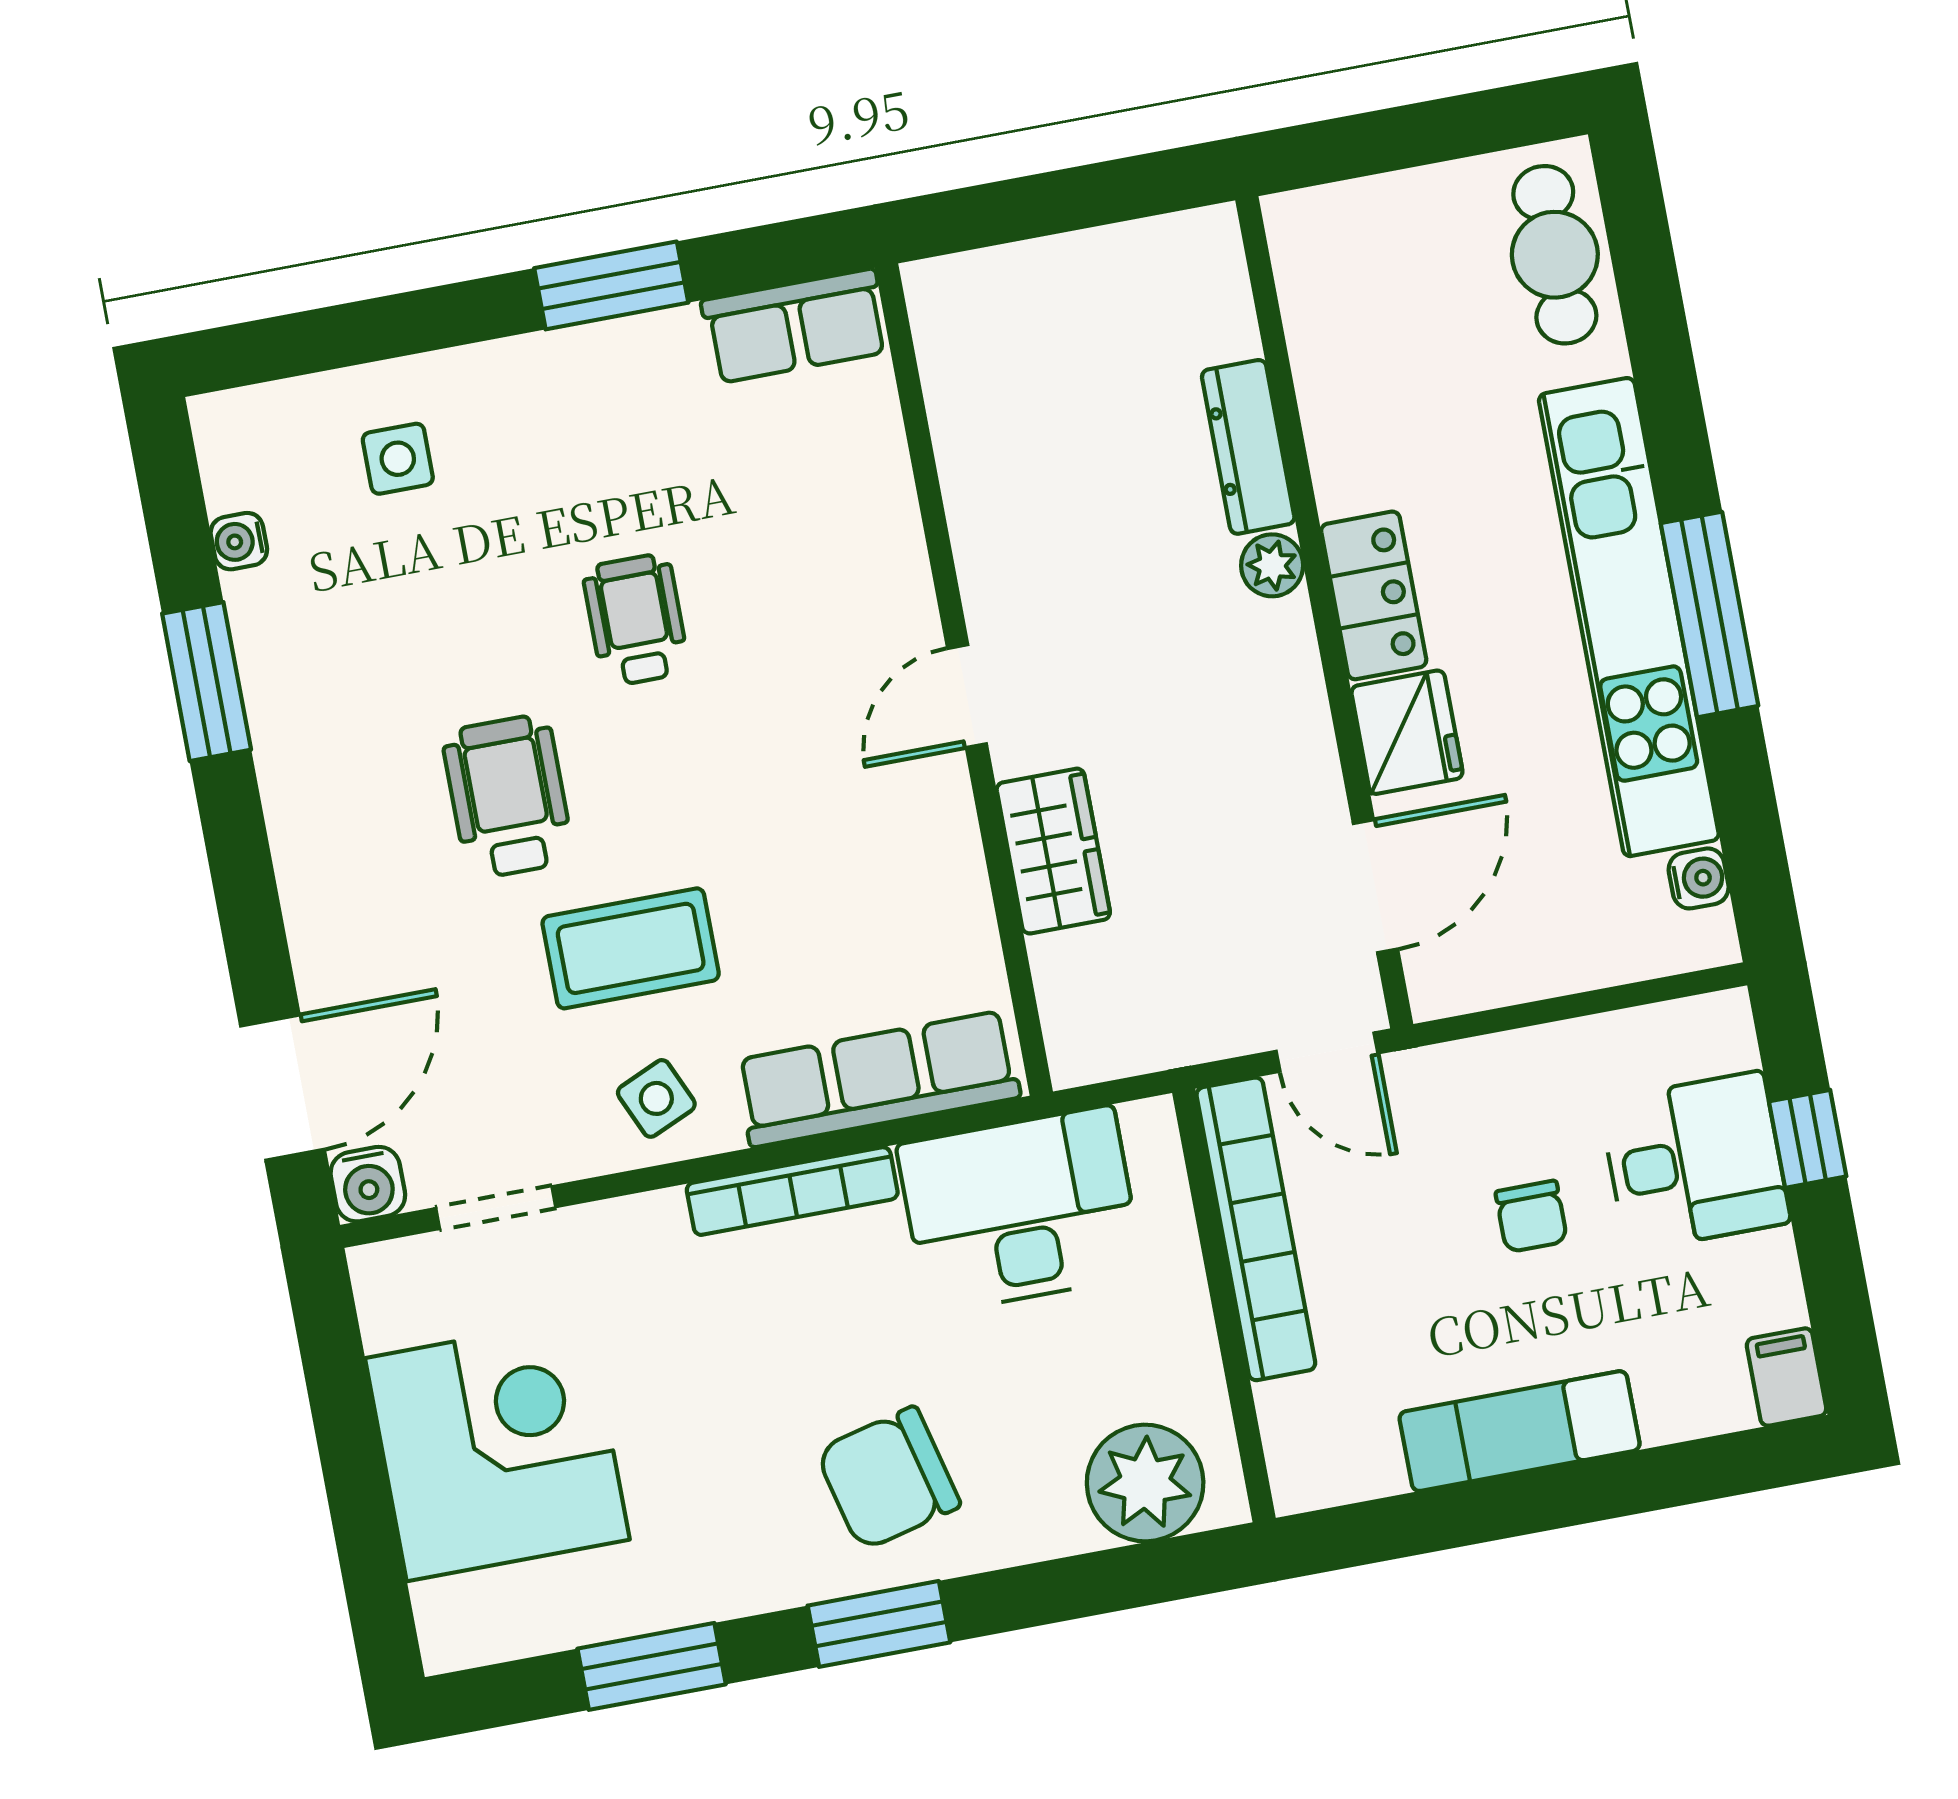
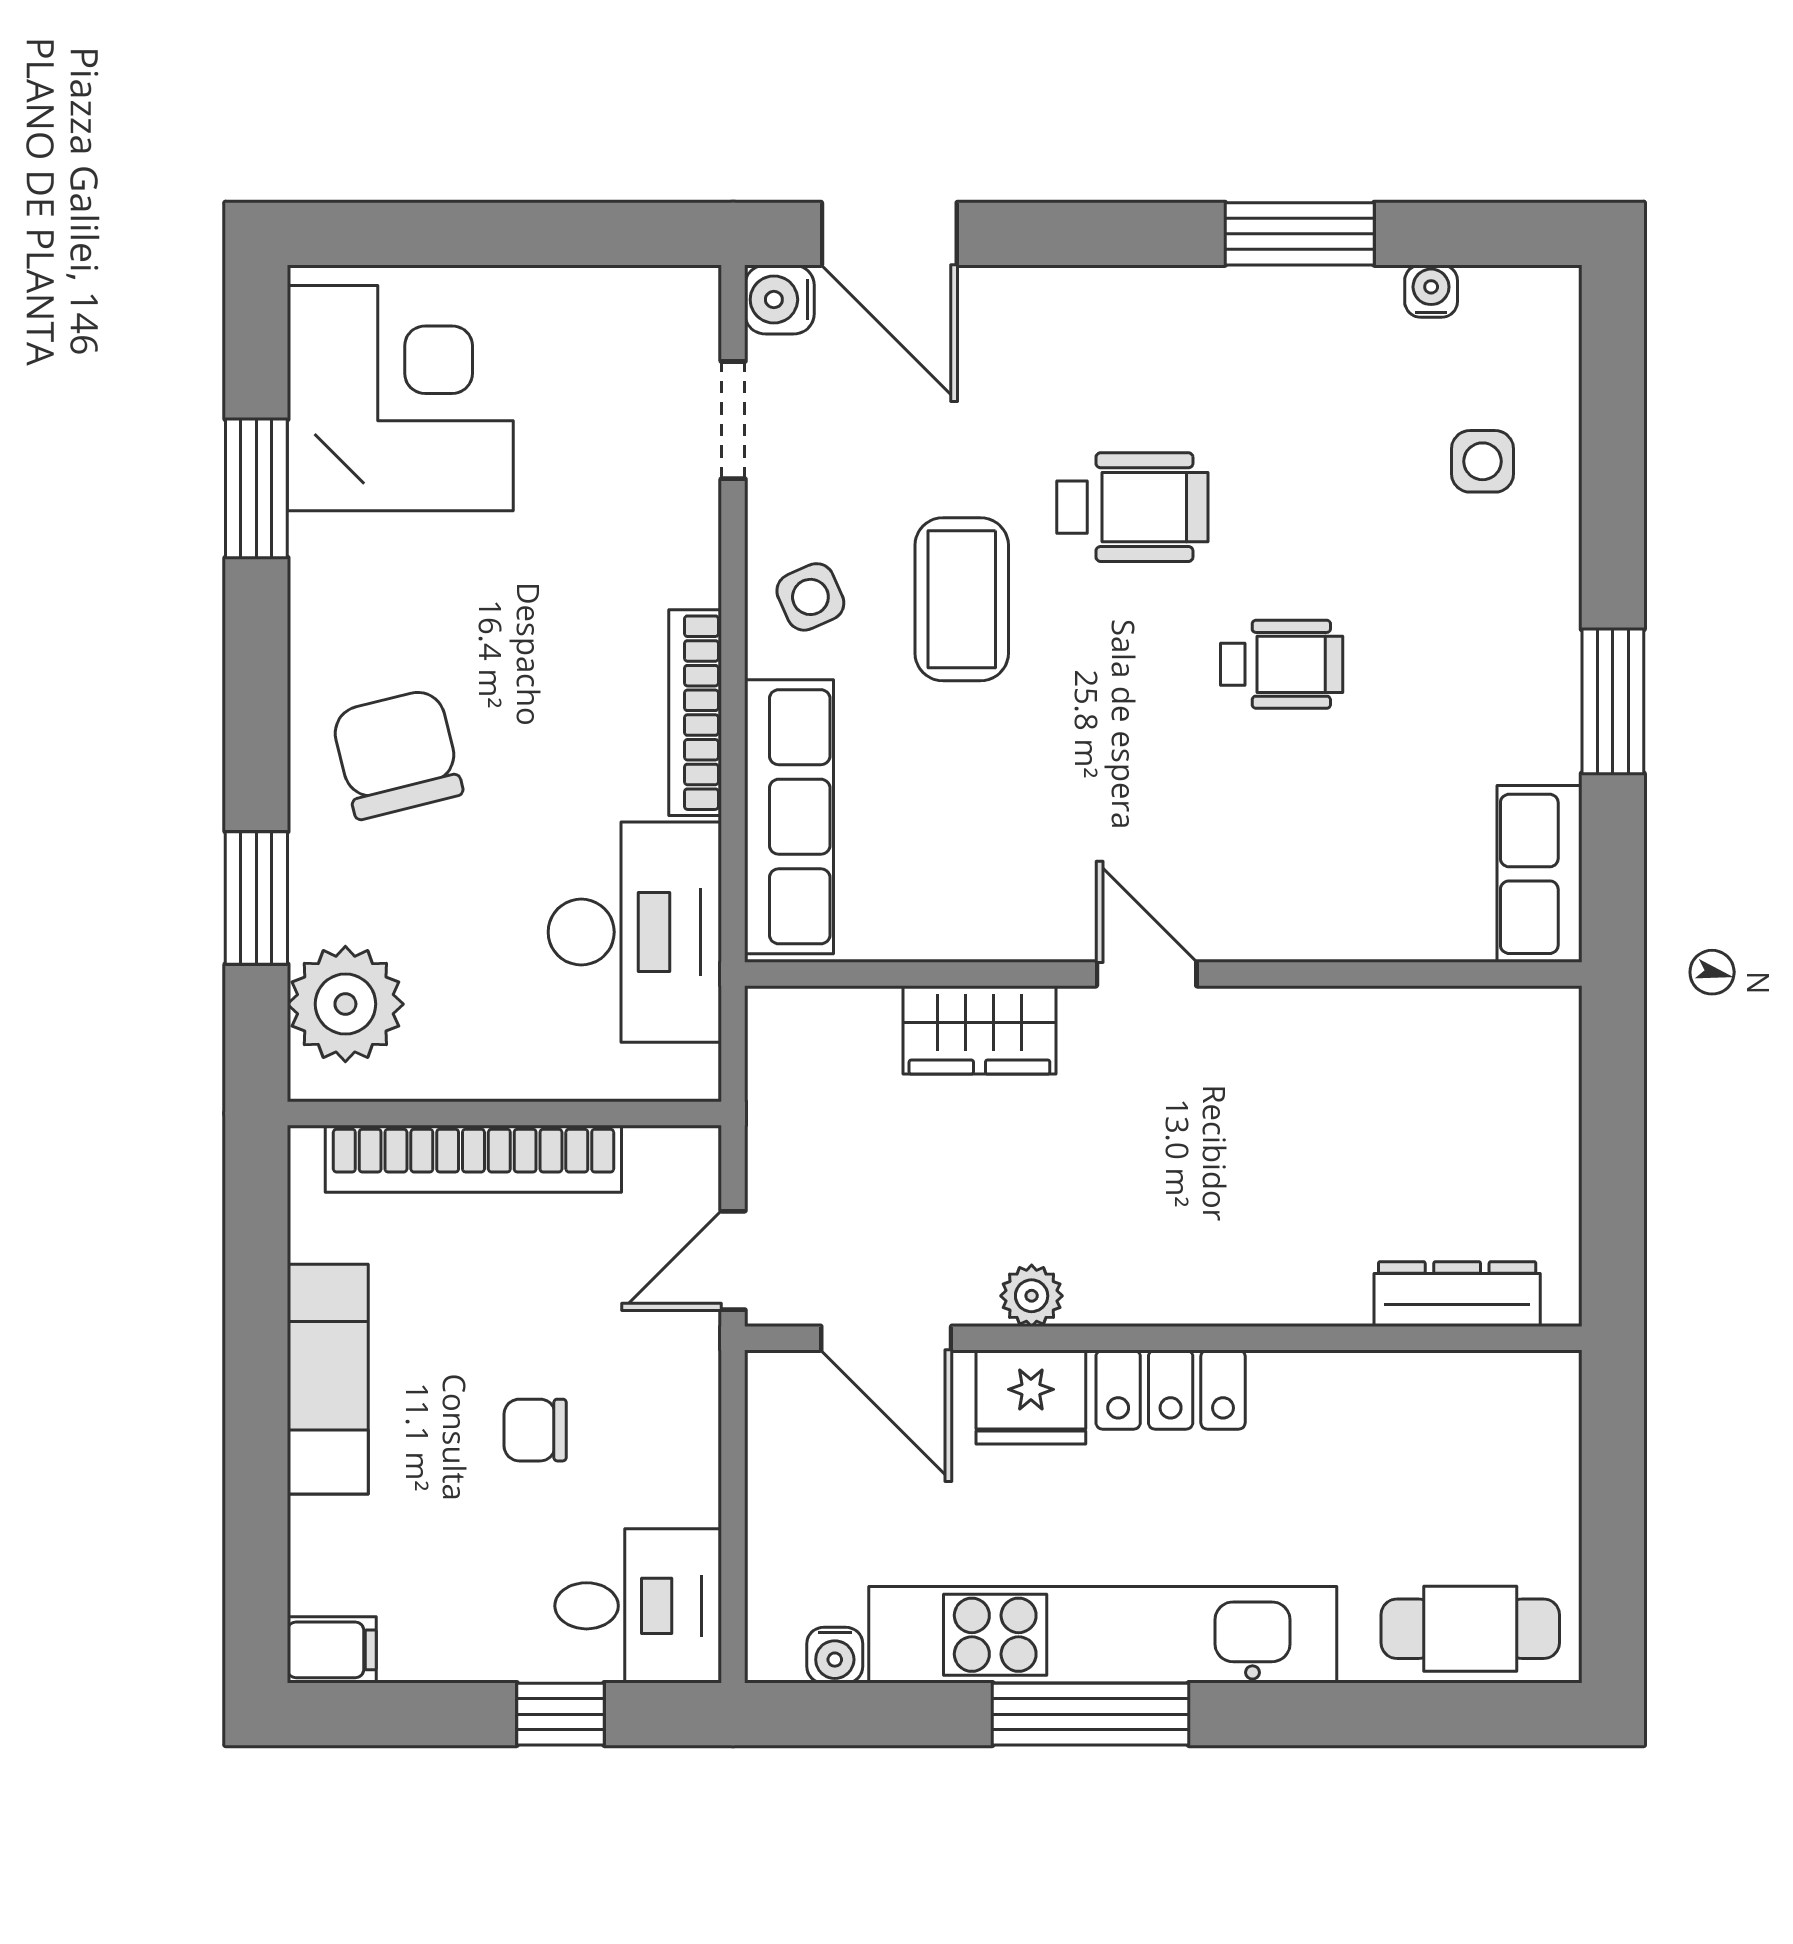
dresser: (1248, 447) -> (1457, 1294), moved
plant: (1272, 565) -> (1032, 1296), moved
desk: (1695, 1161) -> (638, 1606), moved, turned -90
bookcase: (1256, 1229) -> (473, 1159), moved
corner desk: (497, 1449) -> (400, 398), moved, turned -90
window: (879, 1624) -> (256, 898), moved

